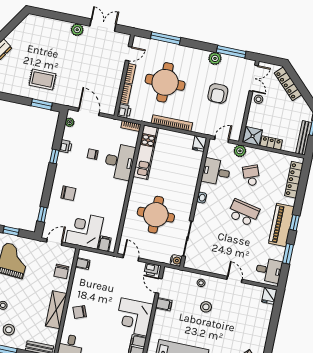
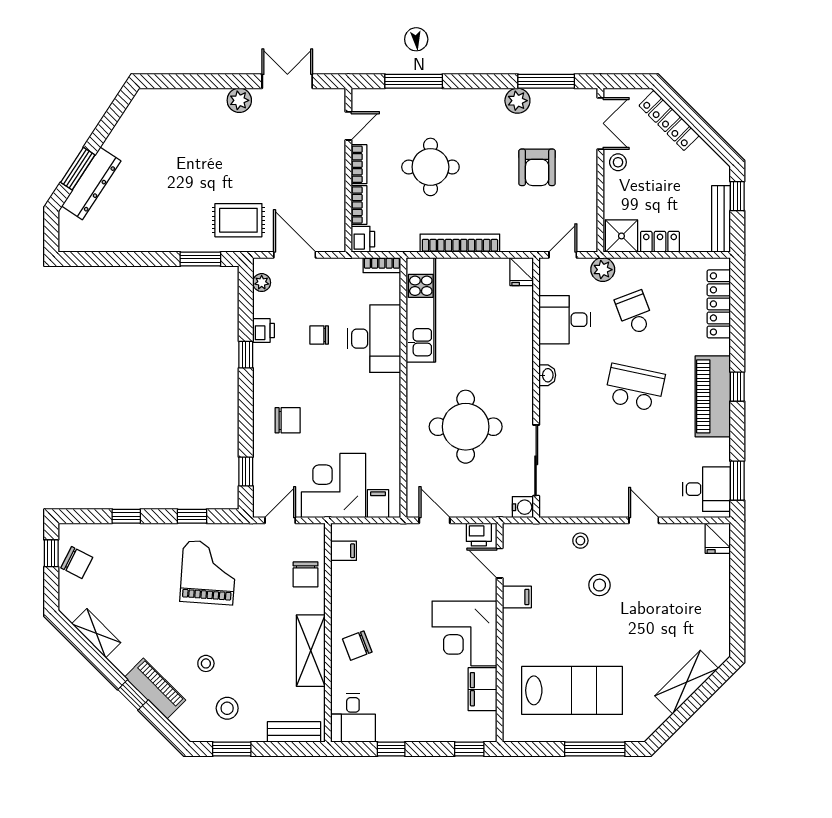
rug: (43, 79) -> (238, 220), moved
round table: (165, 82) -> (430, 167), width x0.73, depth x0.73
window: (288, 254) -> (737, 481), moved

